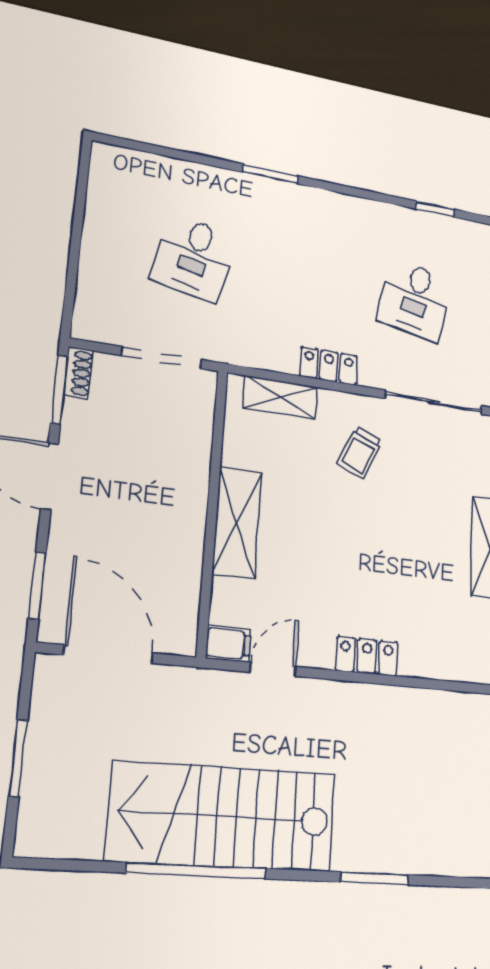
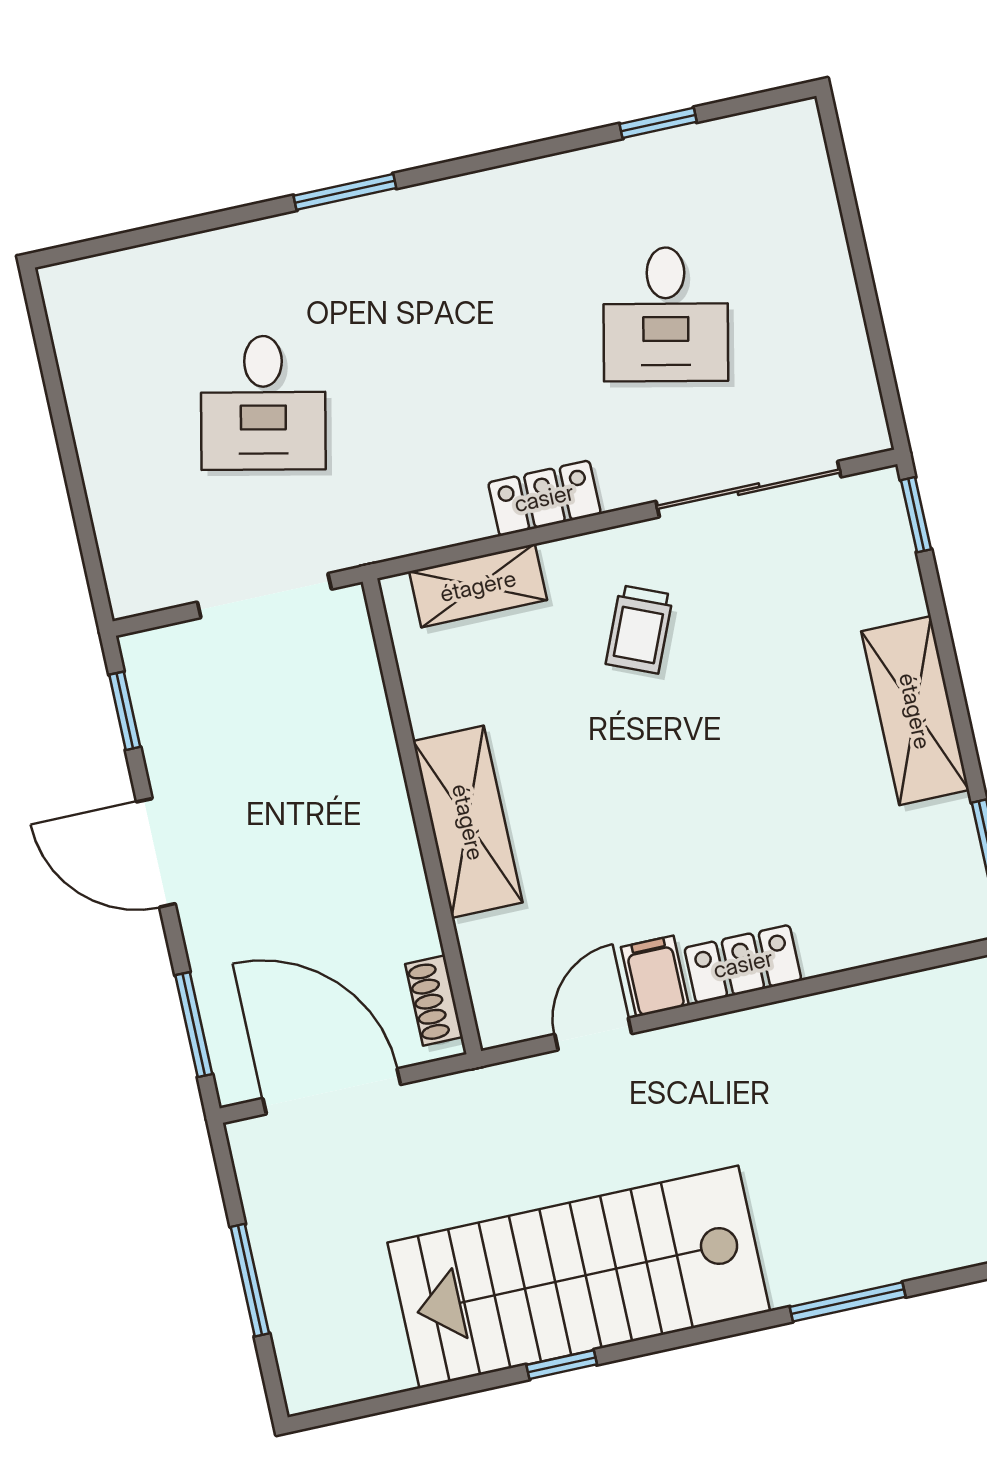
shoe rack: (78, 373) -> (434, 1001), moved, turned 180
window: (59, 389) -> (125, 711), width x0.67
filing cabinet: (228, 644) -> (655, 976), moved, turned -90
window: (197, 871) -> (562, 1365), width x0.32

